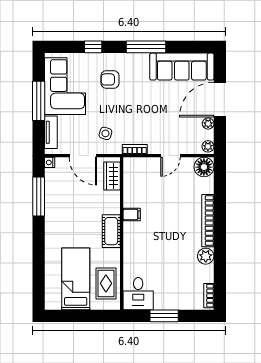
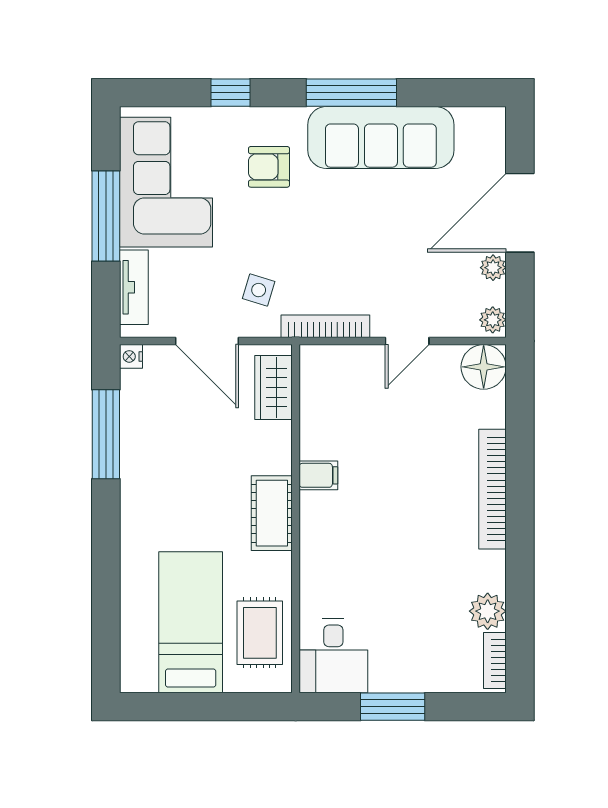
sofa: (182, 67) -> (381, 137), moved
bookcase: (135, 149) -> (325, 326), width x1.56
plant: (206, 256) -> (488, 611), moved

